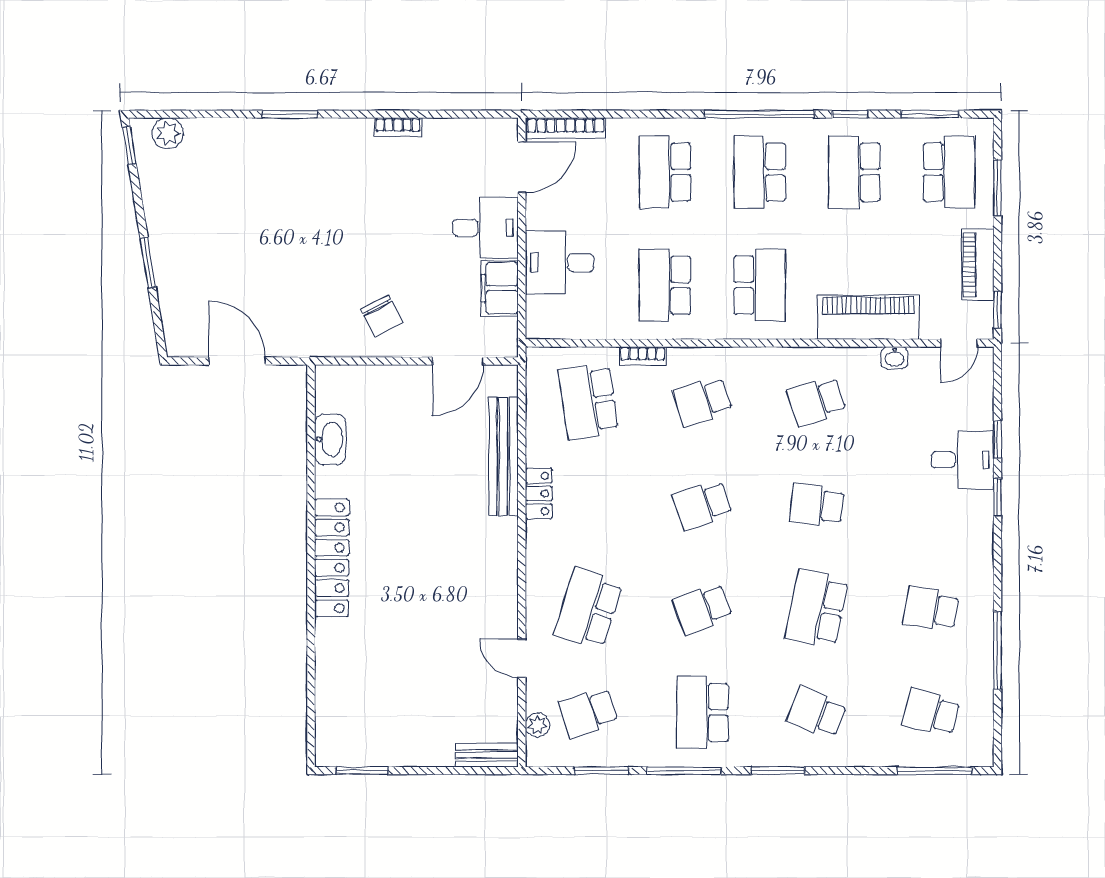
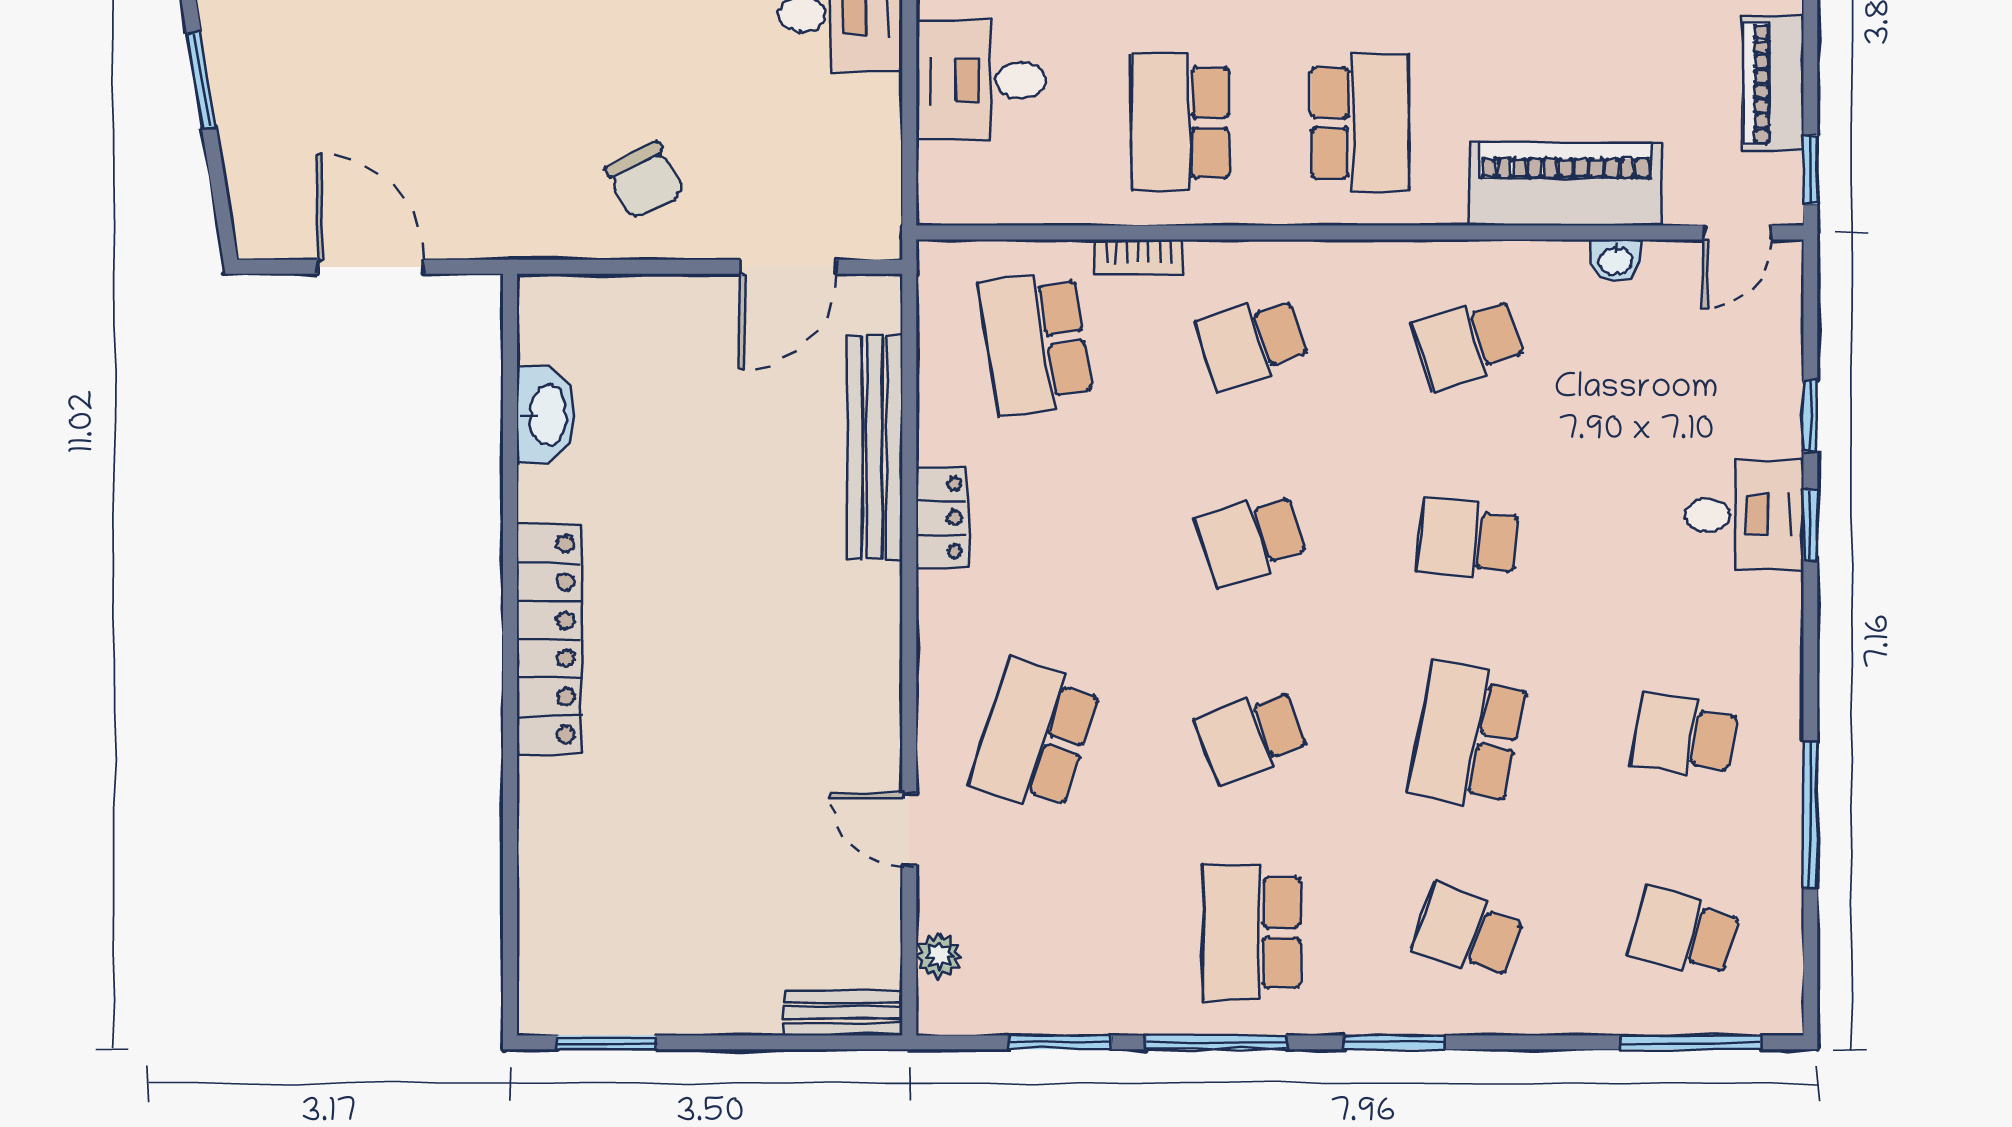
filing cabinet: (499, 288) -> (867, 129), removed
desk: (963, 460) -> (1744, 515), moved
school desk: (588, 712) -> (1035, 932), removed

